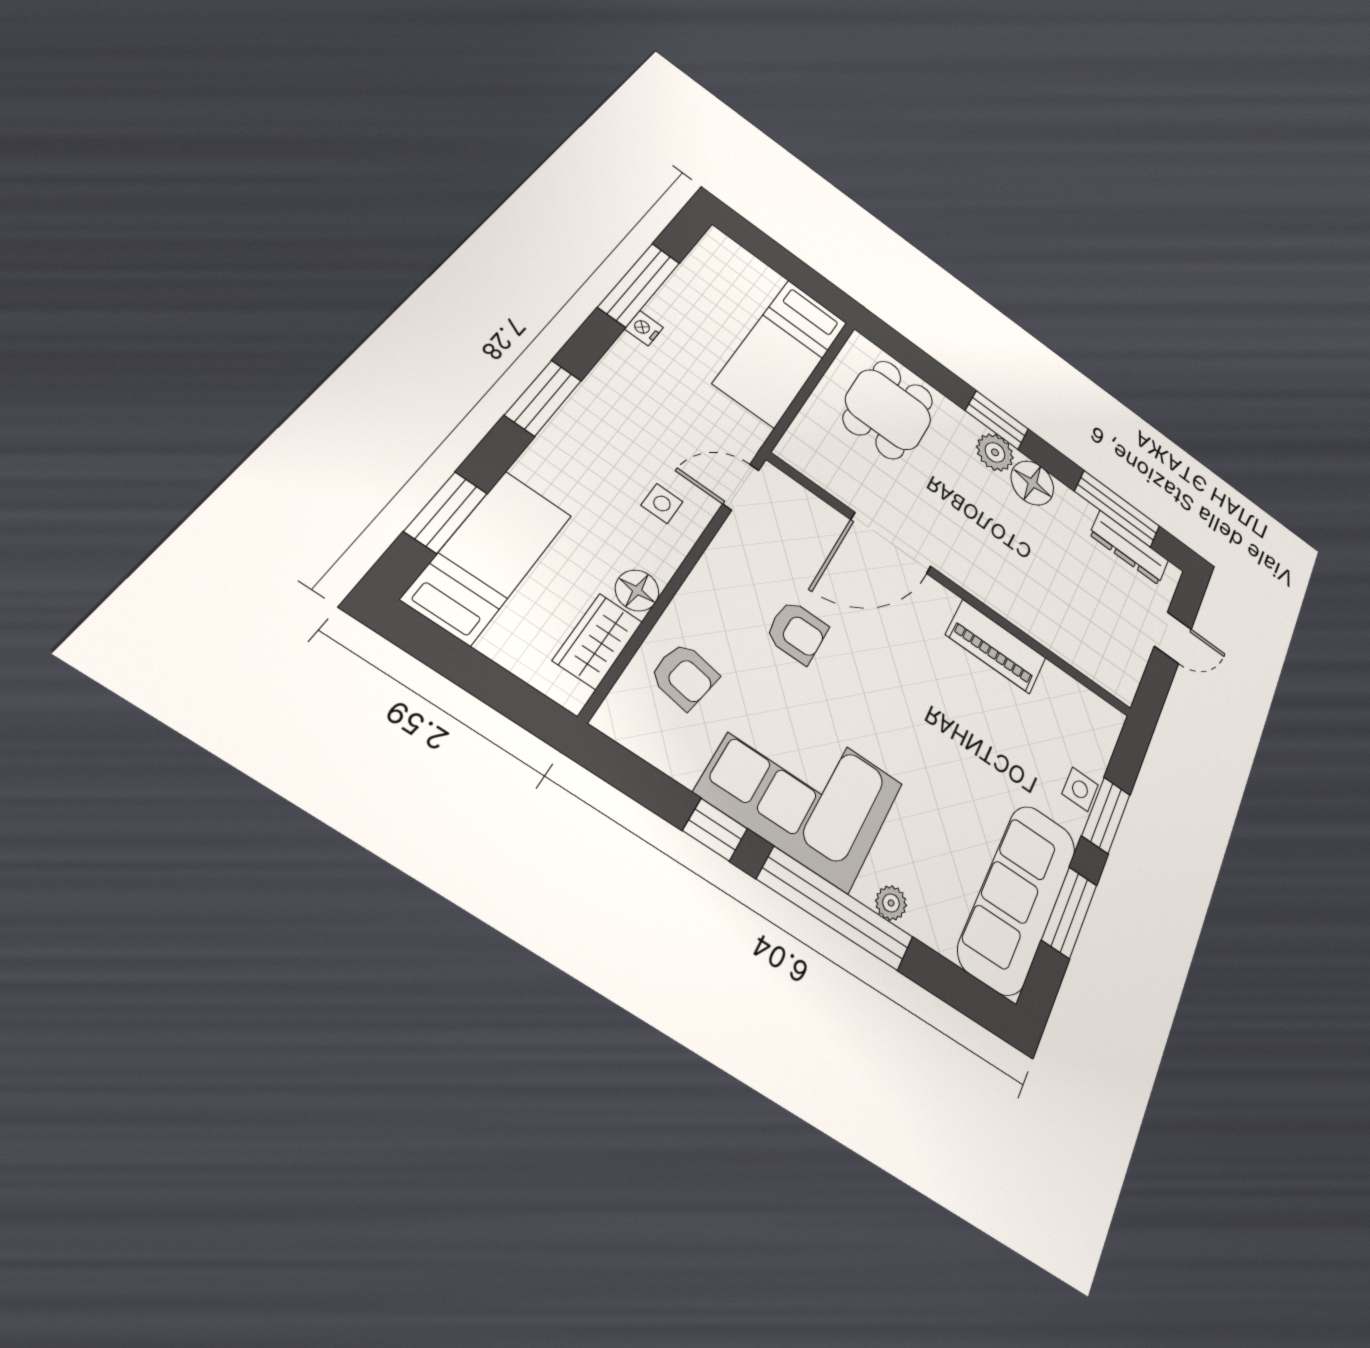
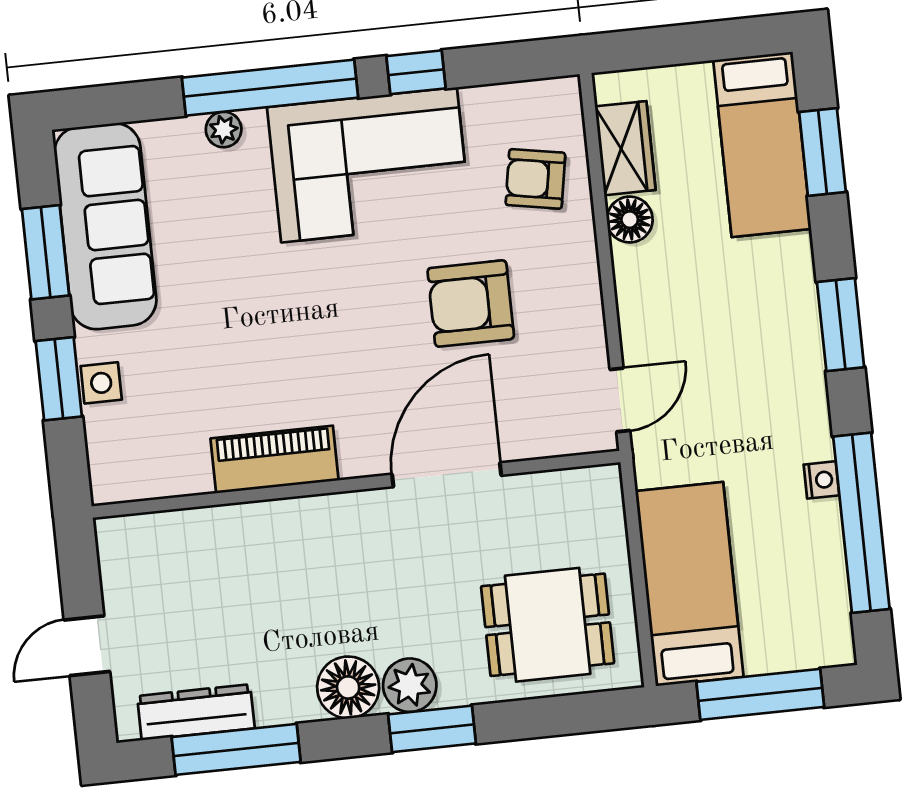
window: (786, 264) -> (760, 694), added
window: (639, 285) -> (861, 523), width x1.46
dining table: (888, 409) -> (548, 625), turned 90
side table: (662, 503) -> (672, 319), removed
armchair: (797, 632) -> (471, 304), width x1.38, depth x1.38

